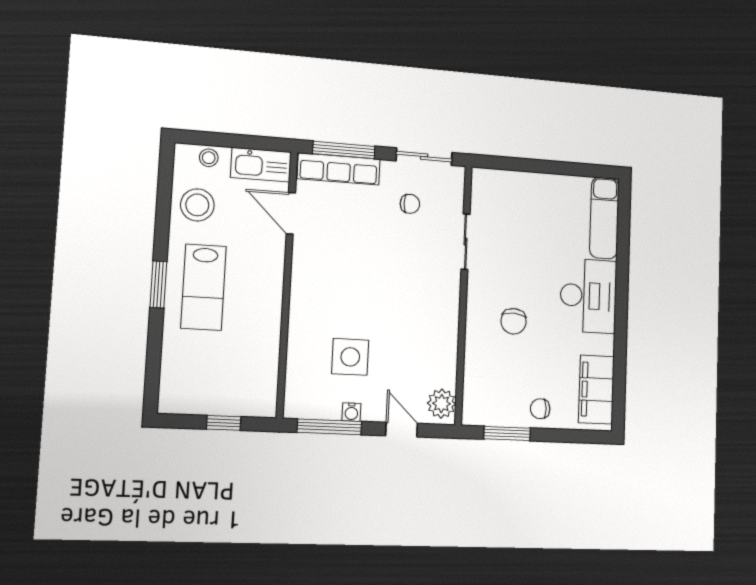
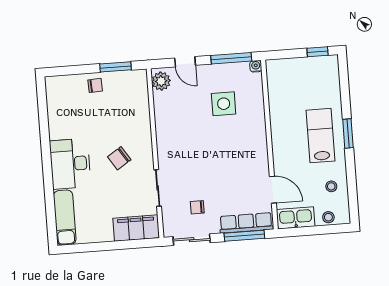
stool: (197, 205) -> (331, 186), width x0.53, depth x0.53
chair: (514, 321) -> (119, 158), moved, turned -127
filing cabinet: (596, 390) -> (136, 228), moved, turned -90
water cooler: (351, 412) -> (256, 66), moved
window: (224, 423) -> (318, 52), moved

